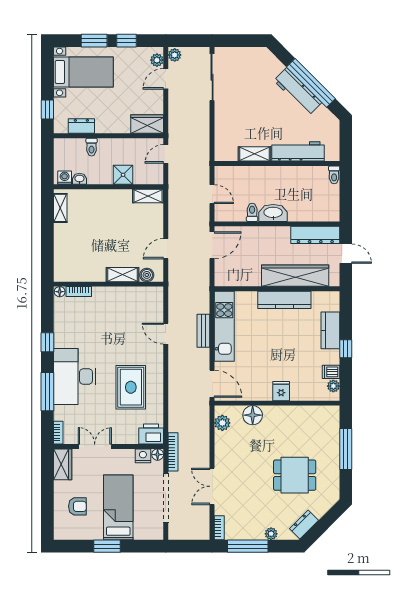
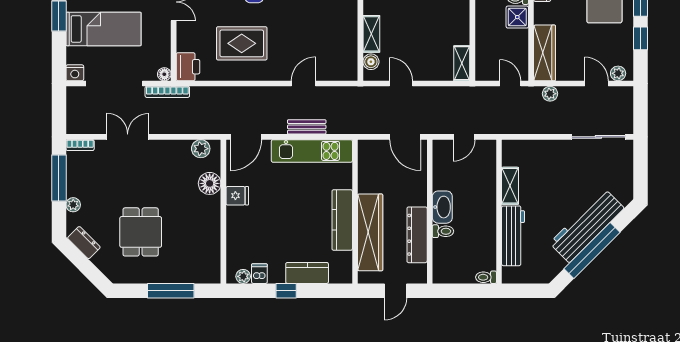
plant: (175, 55) -> (550, 94), moved
workbench: (298, 92) -> (587, 226), width x1.36, depth x1.32
wardrobe: (147, 124) -> (545, 53), width x1.50
shower: (123, 175) -> (517, 17), moved
toilet: (252, 212) -> (443, 231), moved
dresser: (315, 235) -> (417, 235), moved
fridge: (281, 391) -> (237, 196), moved
nightstand: (143, 456) -> (75, 73), moved, turned 90

